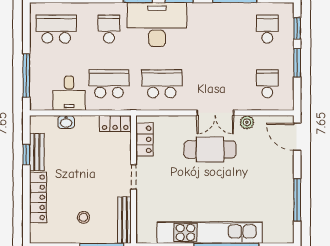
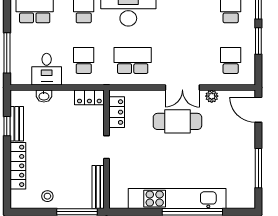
school desk: (109, 84) -> (84, 60), width x0.54
stool: (83, 217) -> (47, 196), moved

